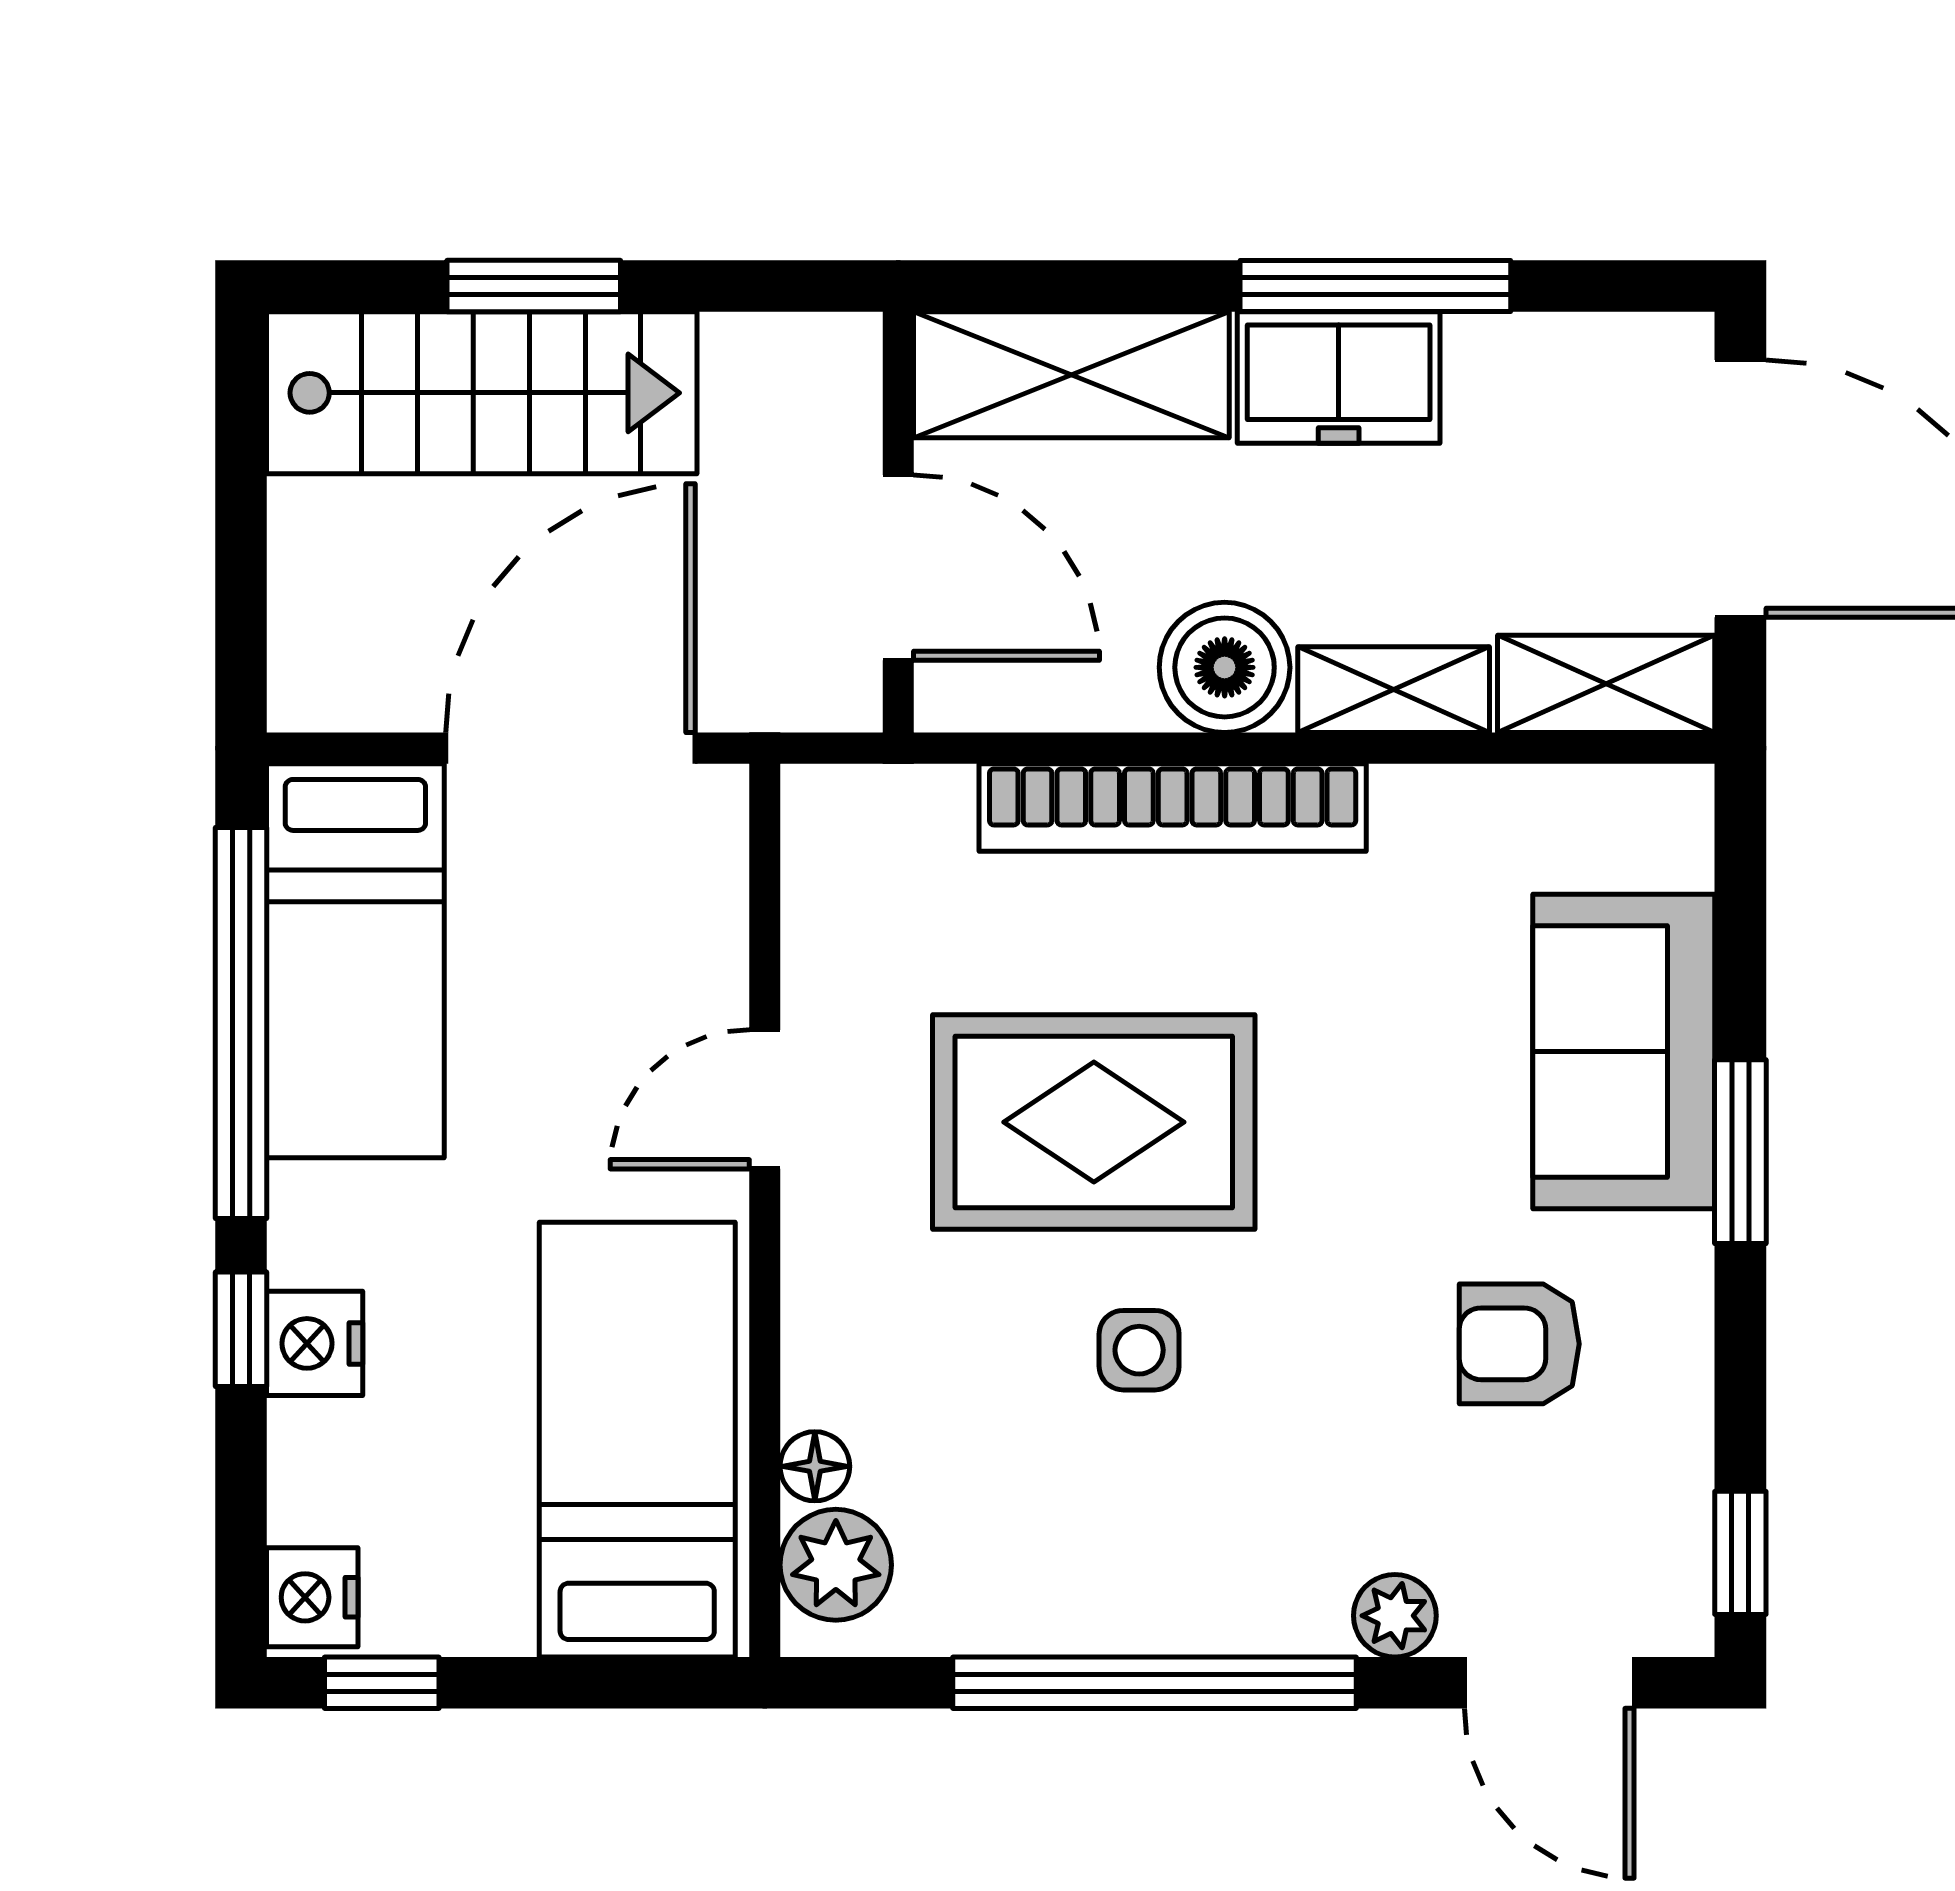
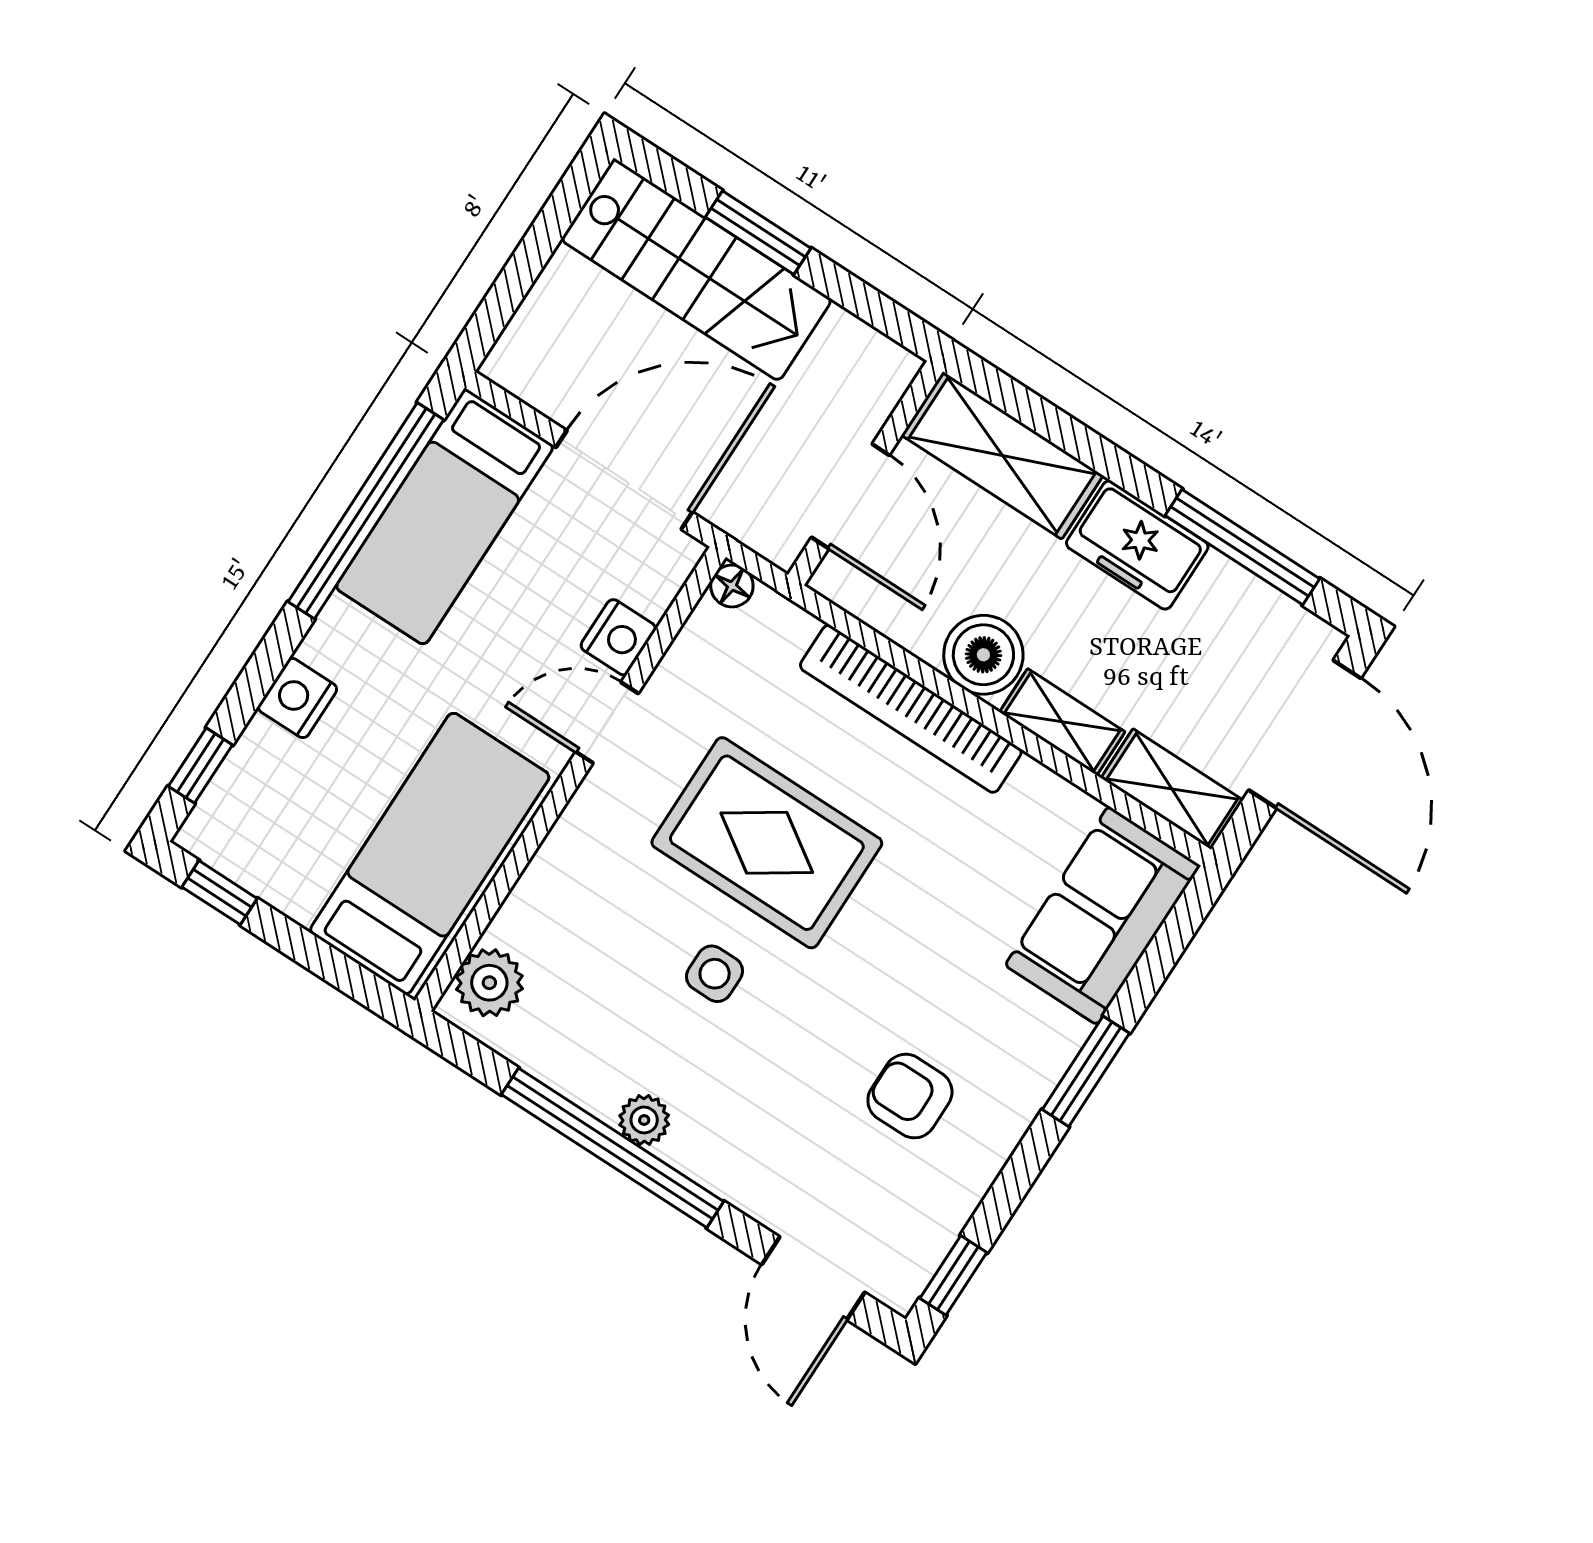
window: (1375, 286) -> (1242, 547), moved
sofa: (1624, 1052) -> (1103, 915), moved
window: (241, 1329) -> (200, 766), moved
floor lamp: (815, 1466) -> (732, 586), moved
nightstand: (312, 1597) -> (618, 637), moved, turned 180
plant: (1395, 1616) -> (644, 1120), moved

